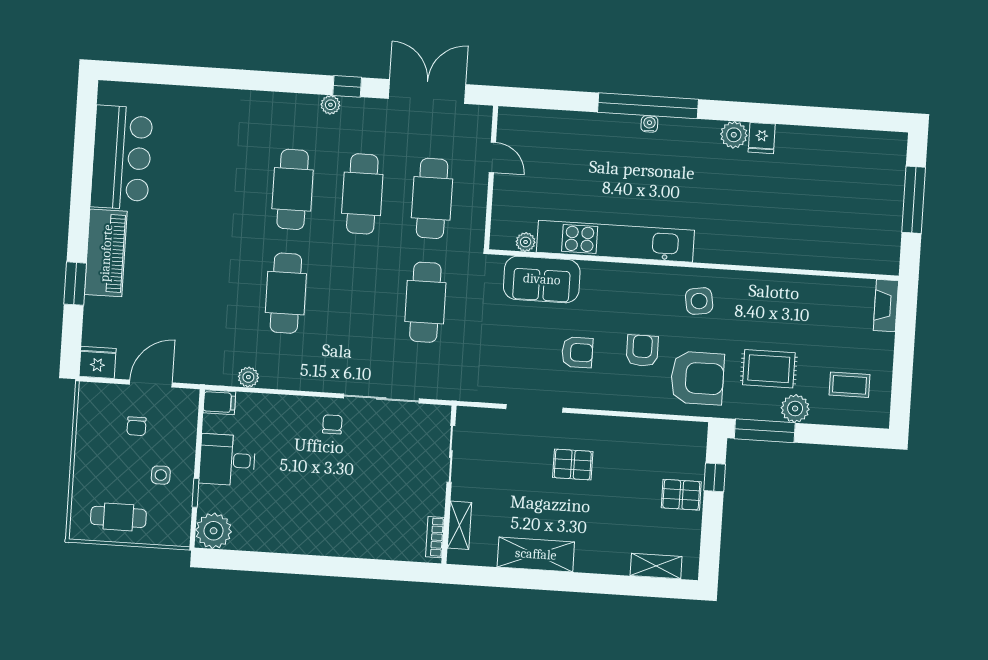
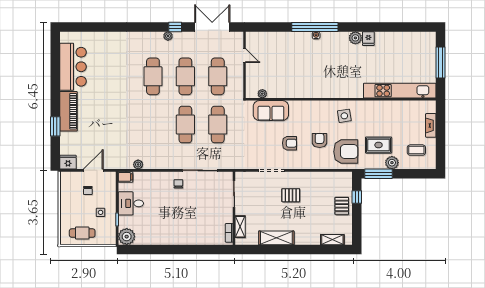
kitchen unit: (615, 241) -> (400, 91), moved
cafe table: (286, 293) -> (185, 125), moved
fireplace: (886, 306) -> (431, 125), moved
pallet: (681, 495) -> (342, 206), turned 90

